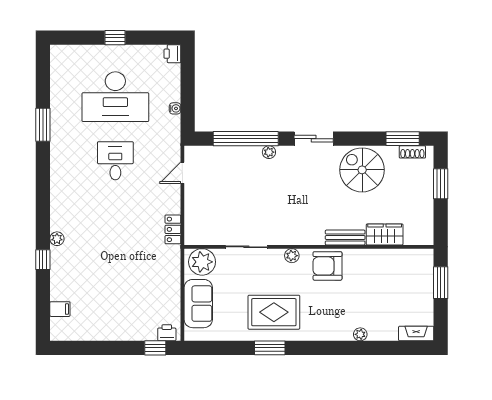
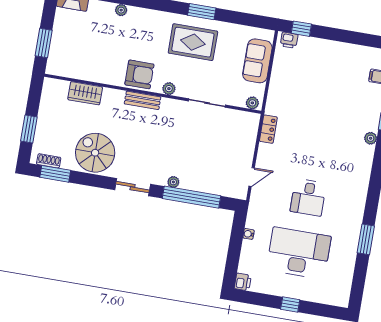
spiral stairs: (362, 170) -> (95, 153), turned 180
bench: (345, 238) -> (143, 100), moved
plant: (202, 262) -> (252, 103), width x0.53, depth x0.53

